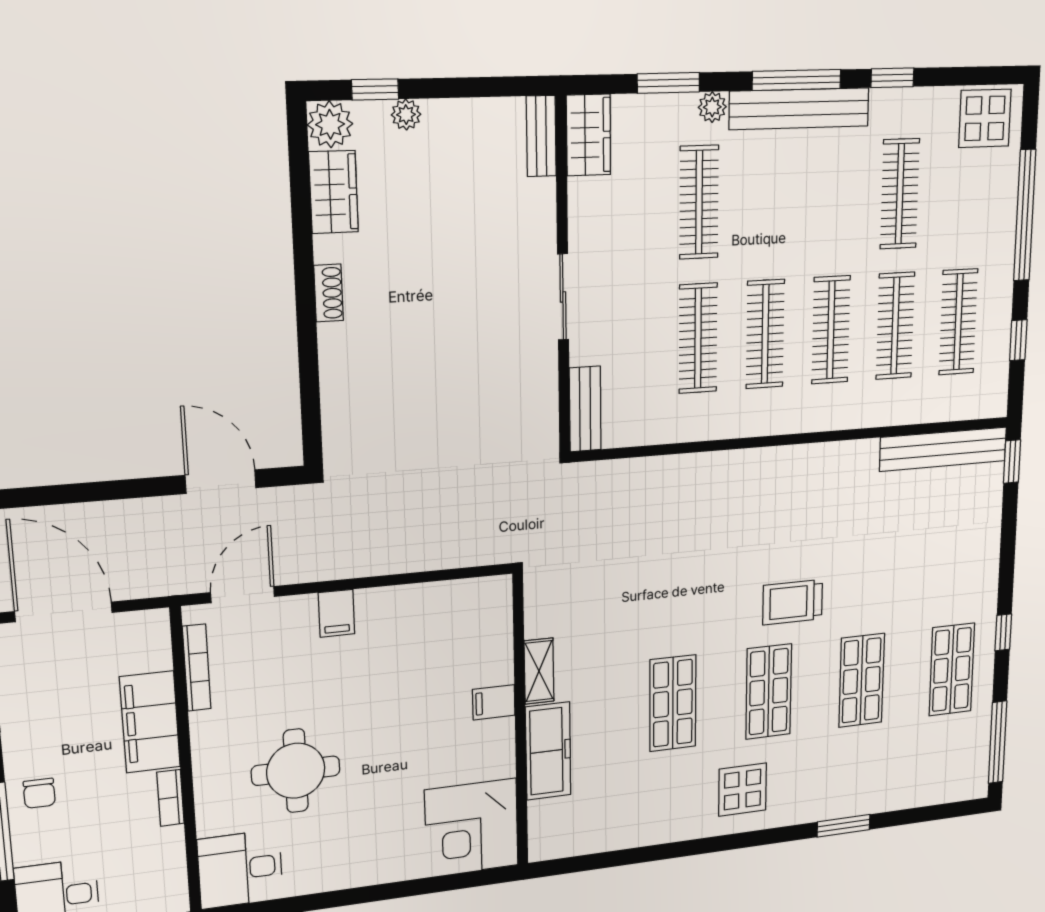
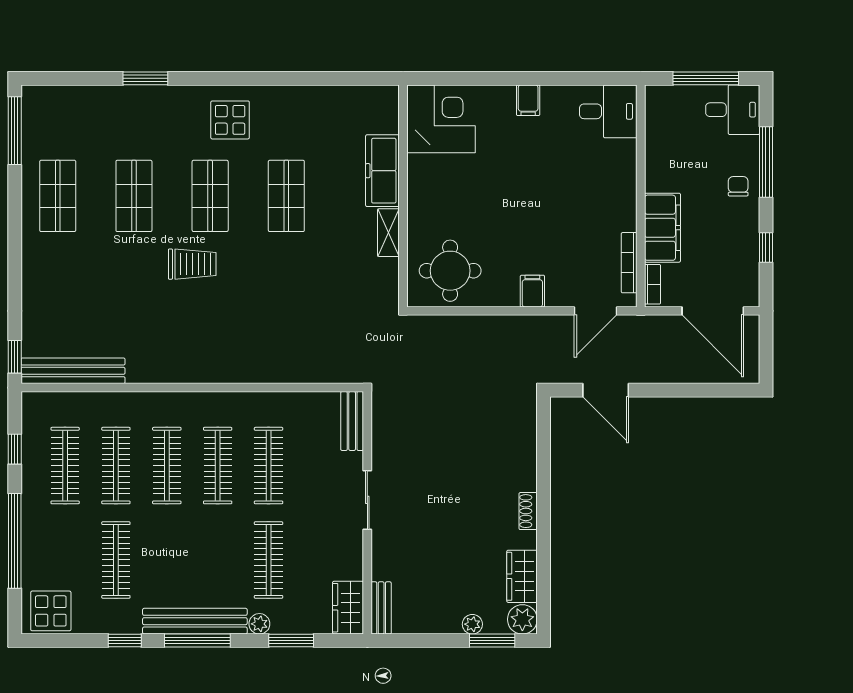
window: (375, 89) -> (492, 641), width x1.50
window: (1003, 632) -> (15, 221), removed
filing cabinet: (494, 702) -> (528, 100), moved, turned 90
round table: (296, 771) -> (450, 271), moved
bookcase: (170, 798) -> (652, 284), moved

